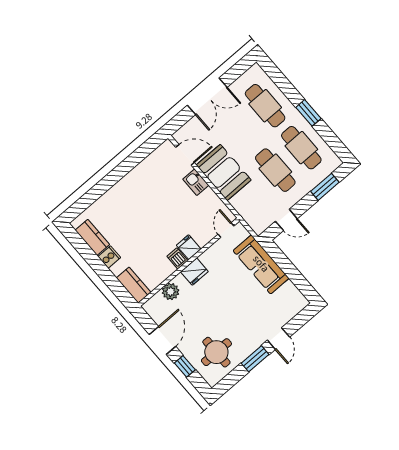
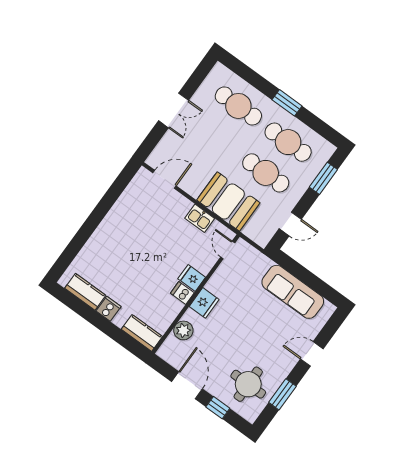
double door: (207, 96) -> (174, 110), width x0.73
booth: (224, 172) -> (228, 201), moved
kitchen sink: (196, 182) -> (200, 218), moved
sofa: (261, 264) -> (293, 292), moved
door: (278, 339) -> (312, 354), swing flipped
window: (255, 359) -> (282, 394), moved

